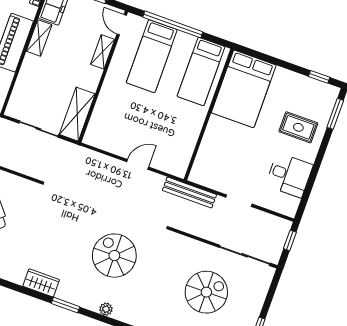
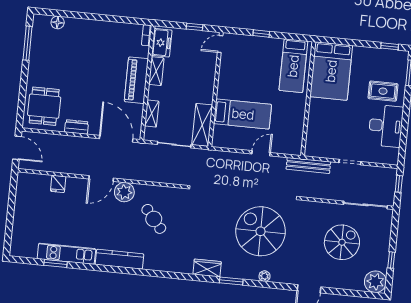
window: (173, 24) -> (261, 33), width x0.32
door: (122, 25) -> (220, 44), hinge flipped
shelving: (103, 52) -> (152, 114), moved
bed: (152, 56) -> (243, 114), moved, turned -90
desk: (289, 175) -> (386, 126), width x1.37
spiral stairs: (114, 256) -> (261, 231), width x1.37, depth x1.37

